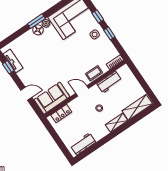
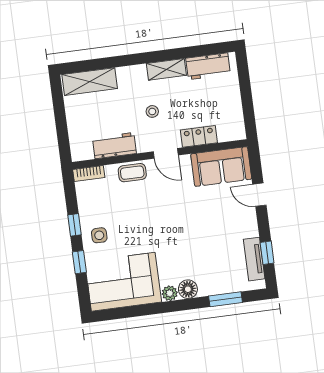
window: (36, 21) -> (226, 299), moved
locker: (61, 113) -> (199, 136), moved
shelving: (117, 123) -> (166, 69), moved

